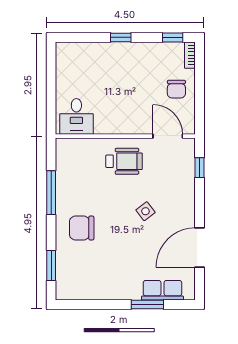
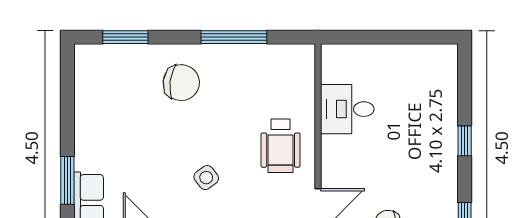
desk: (76, 116) -> (347, 109), moved
chair: (82, 228) -> (181, 83), turned 97

